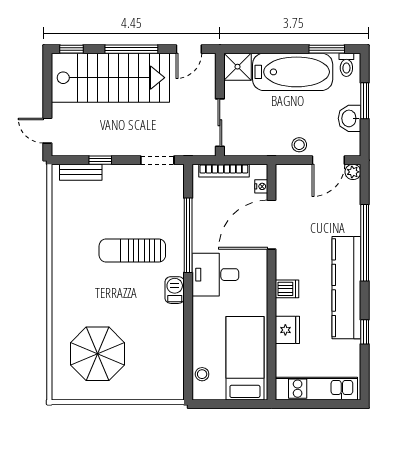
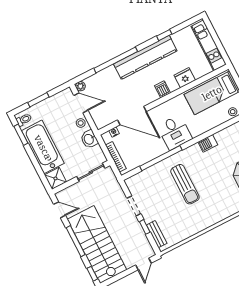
washbasin: (350, 118) -> (89, 139), moved, turned 90
doorway: (157, 160) -> (134, 206), moved
barbecue: (175, 290) -> (208, 143), moved

